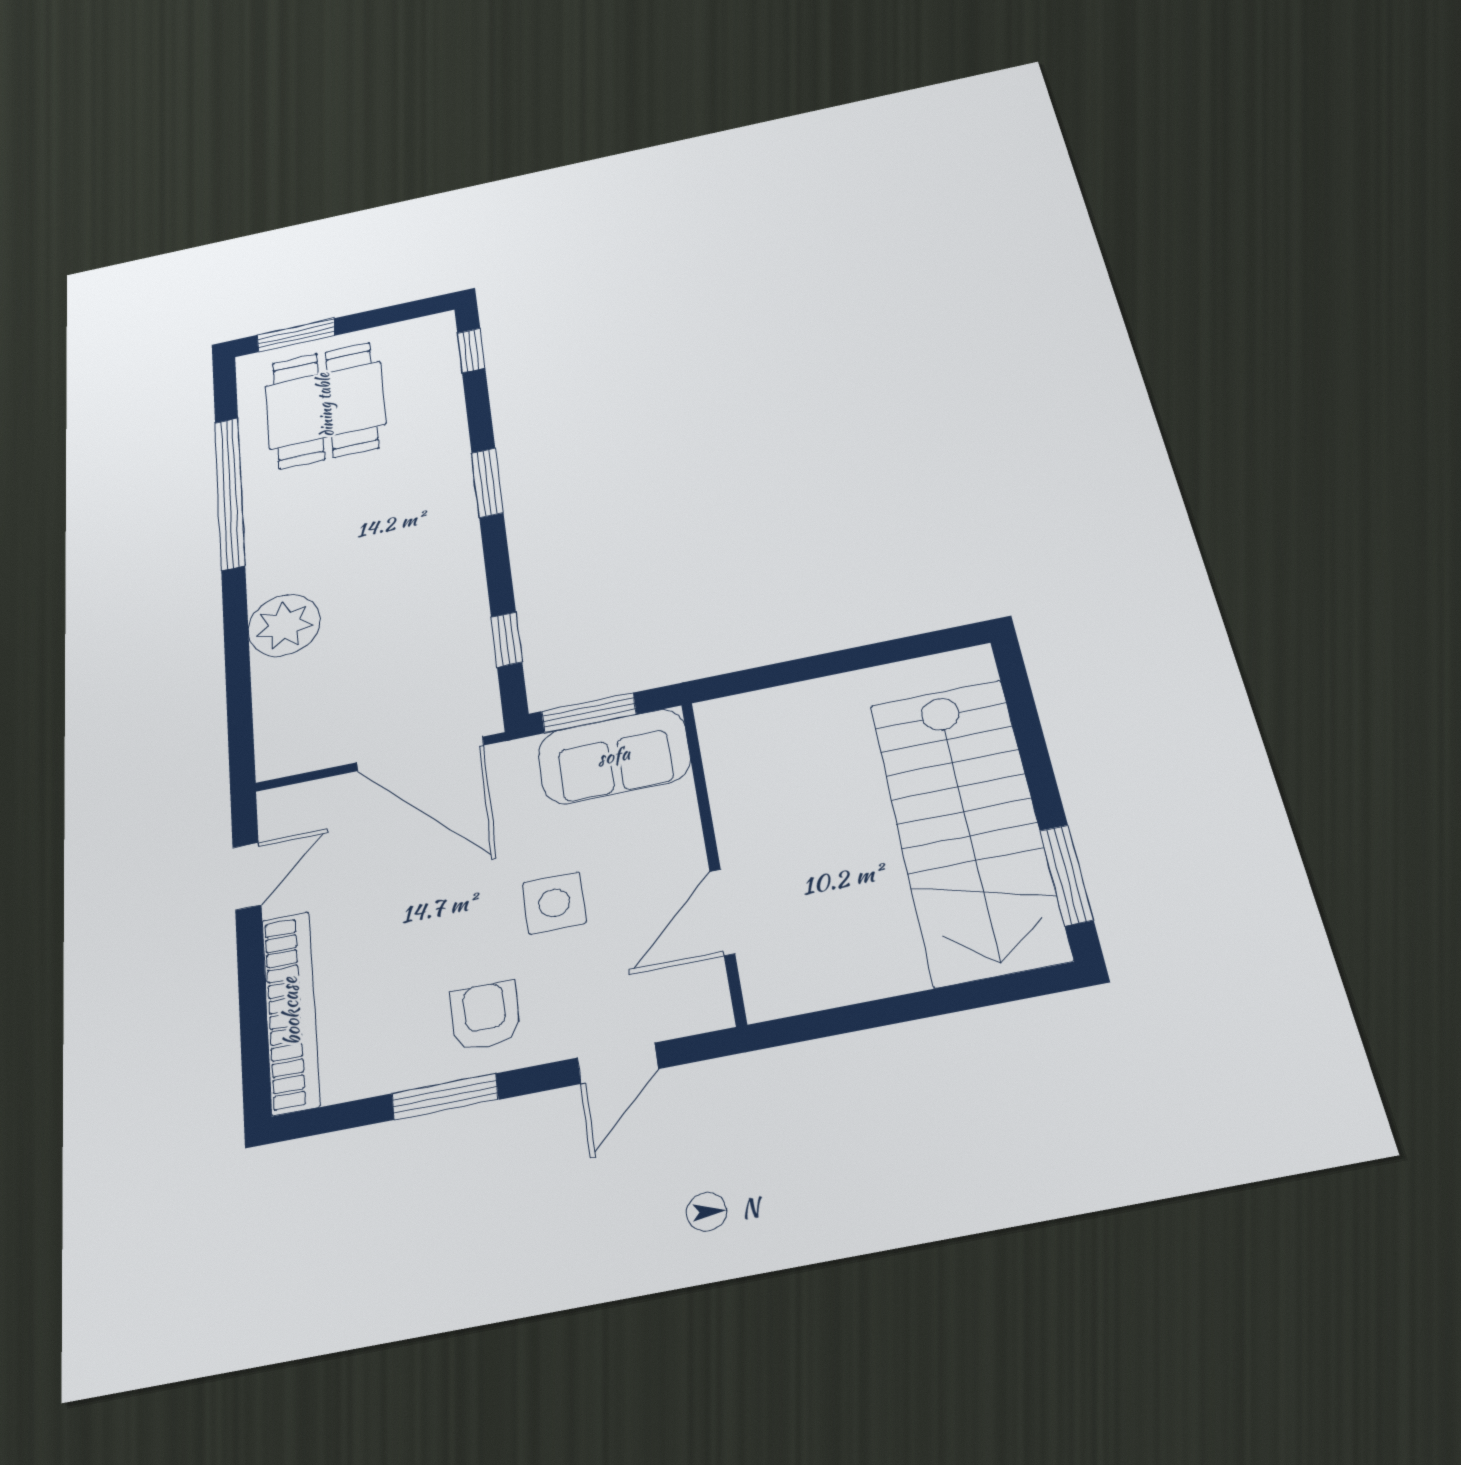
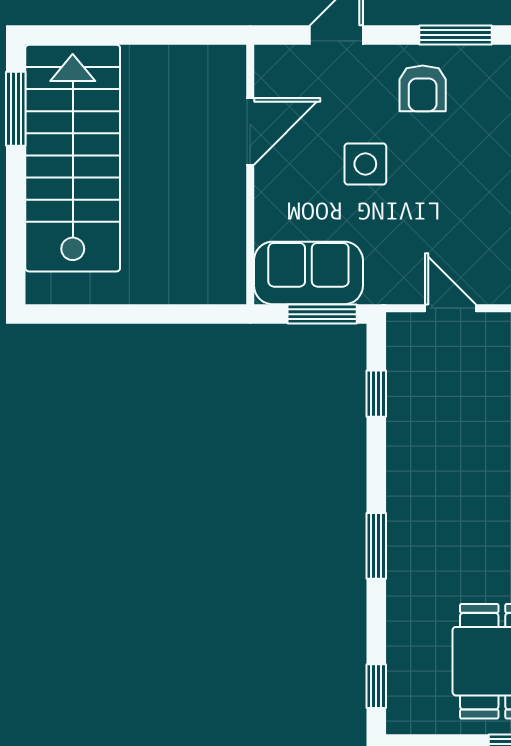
door: (420, 754) -> (450, 308), width x0.53

